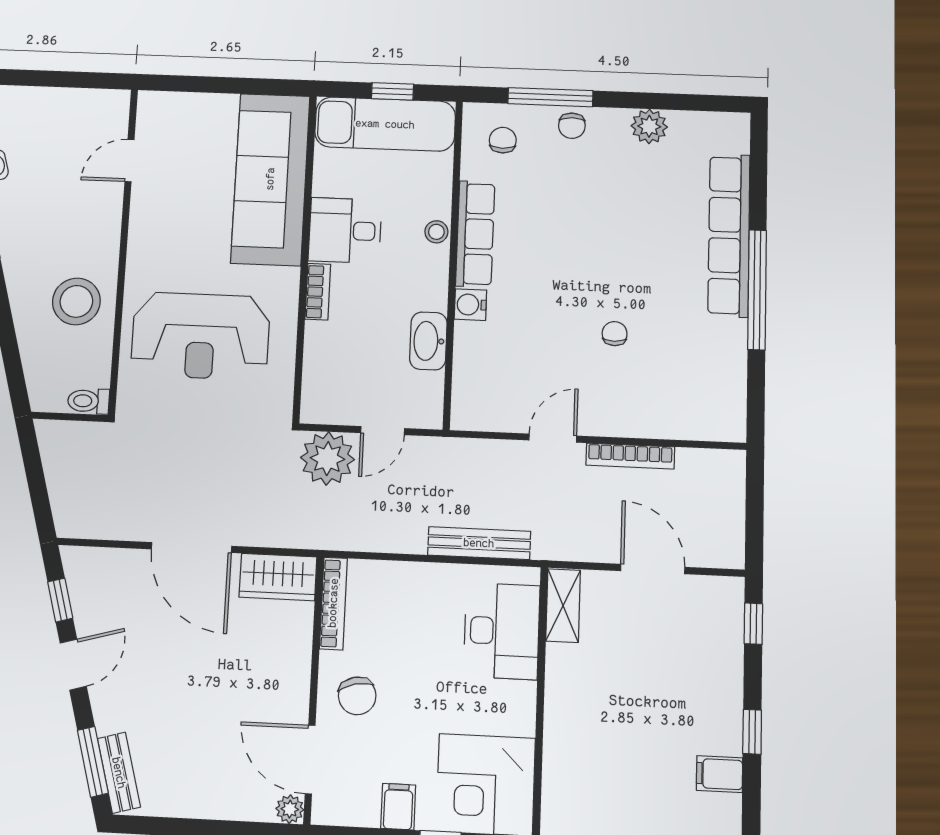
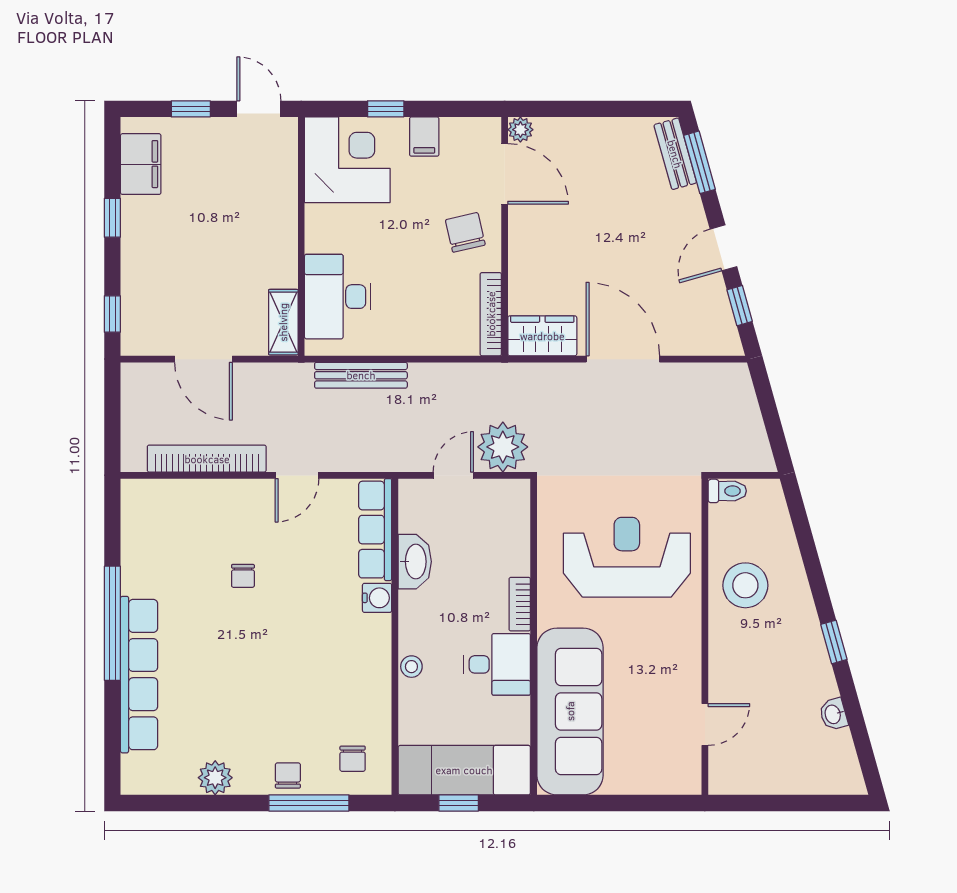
row of seats: (475, 234) -> (375, 530), moved
bookcase: (630, 456) -> (207, 459), width x1.48, depth x1.31
filing cabinet: (720, 774) -> (141, 164), width x2.00

